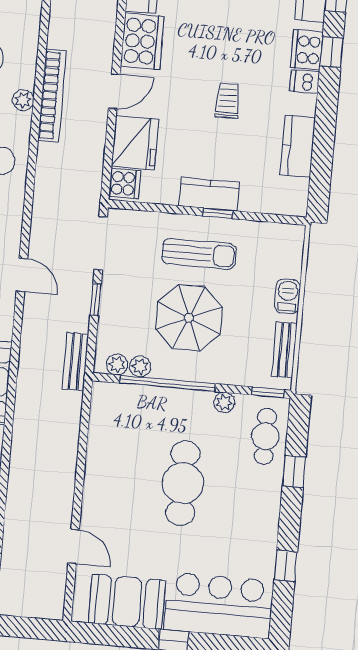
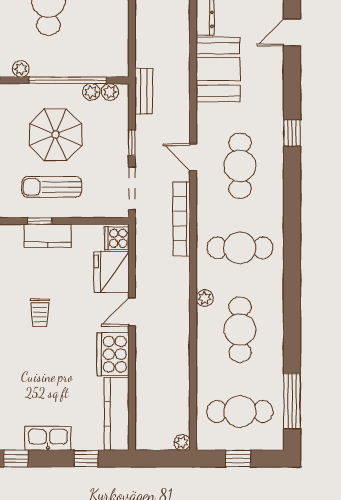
bookcase: (52, 96) -> (182, 219), moved

